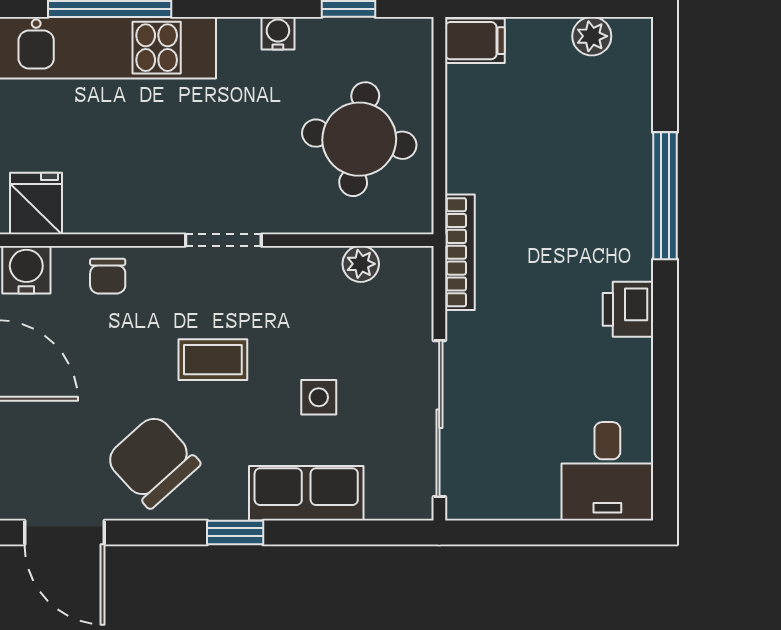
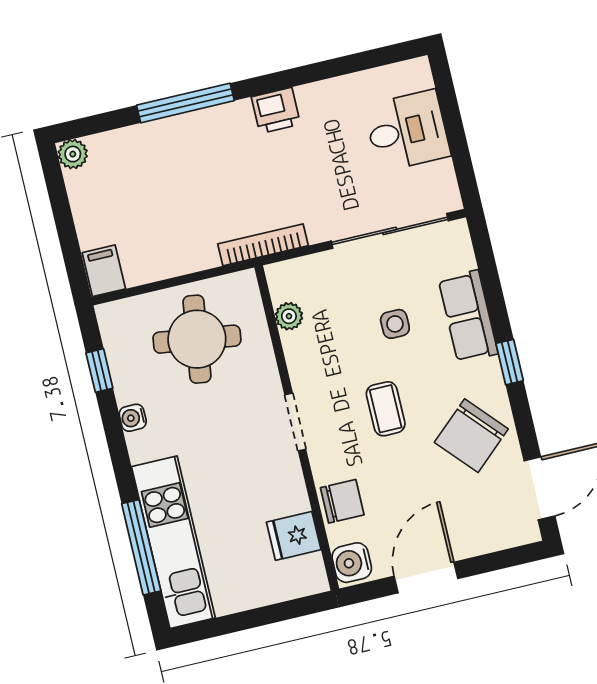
plant: (592, 36) -> (73, 154), moved
fridge: (36, 203) -> (294, 536), moved
chair: (108, 276) -> (342, 501), width x1.37, depth x1.37
desk: (607, 471) -> (407, 131), moved

